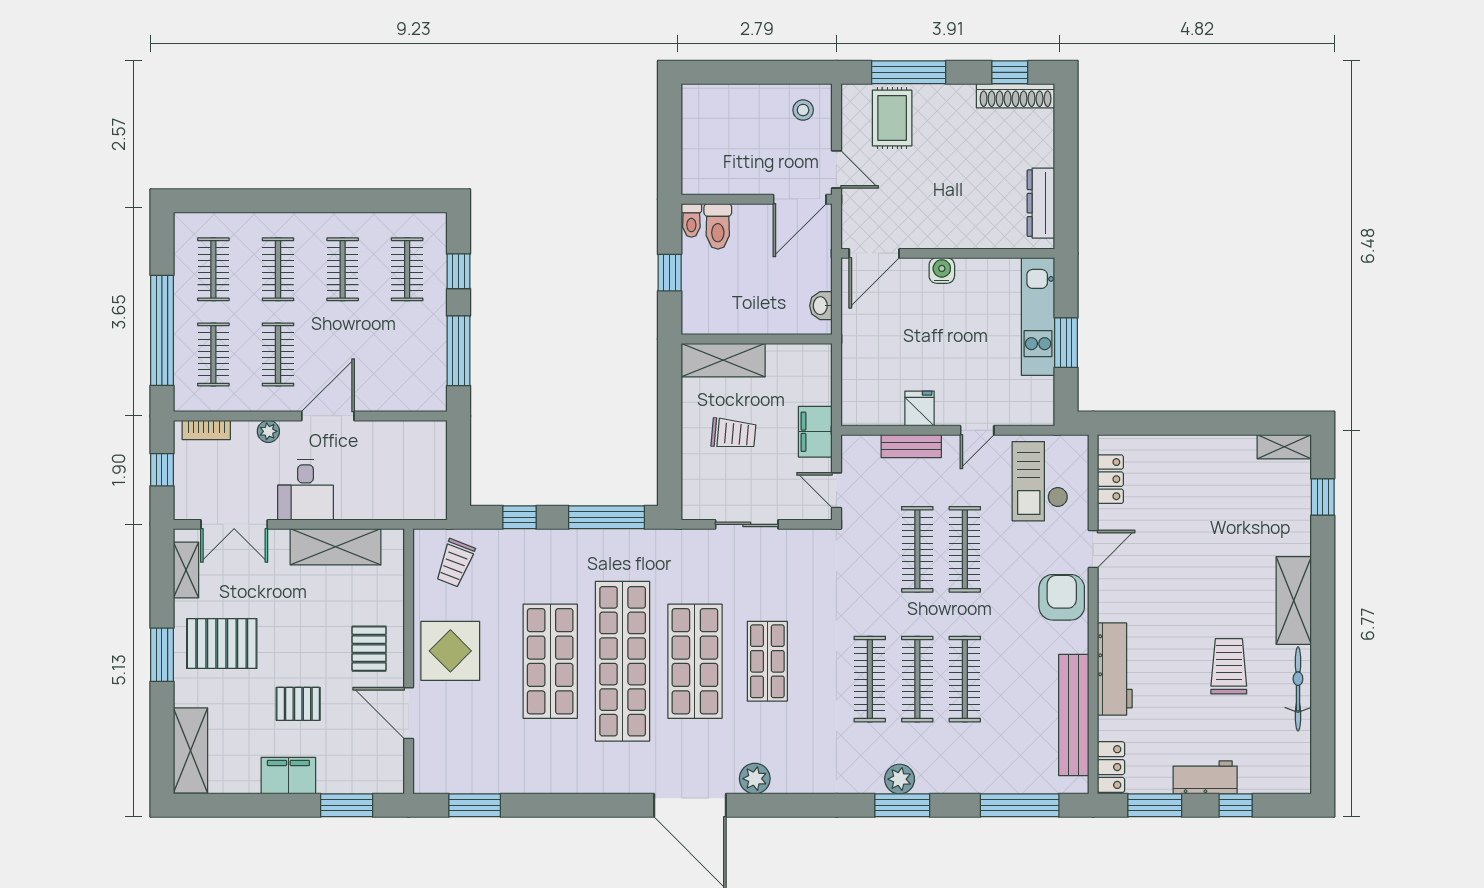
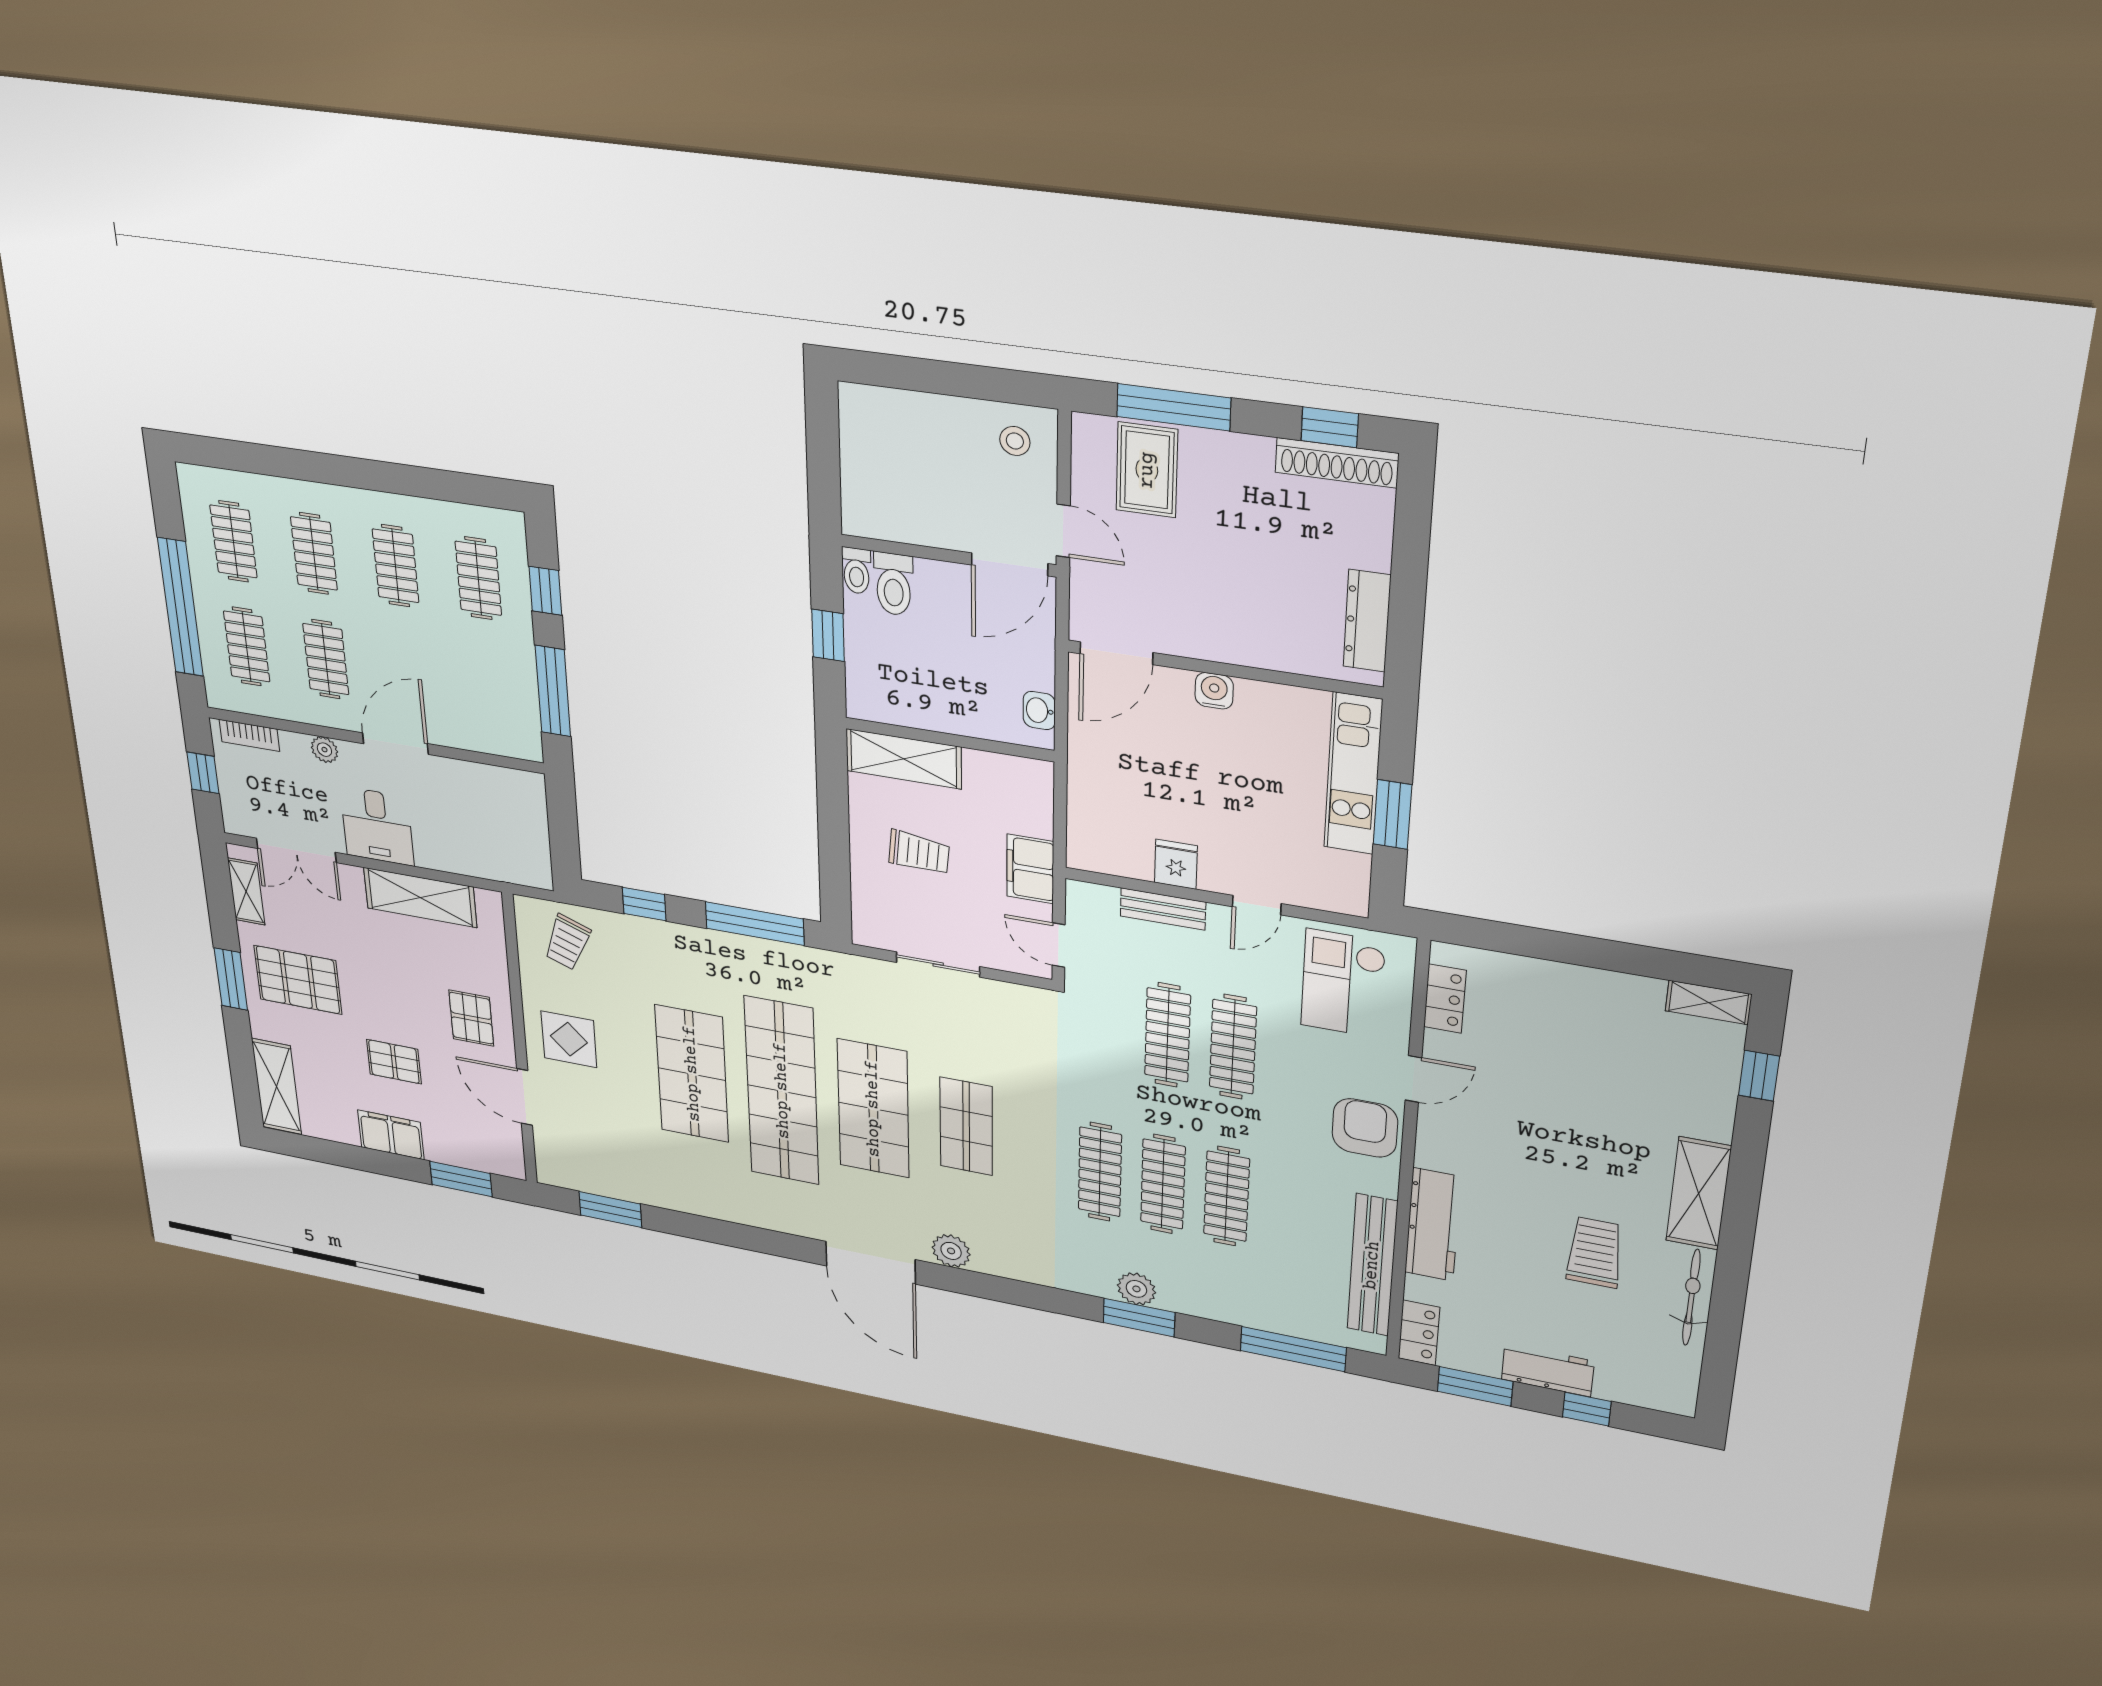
display table: (450, 651) -> (569, 1039), width x0.73, depth x0.73

